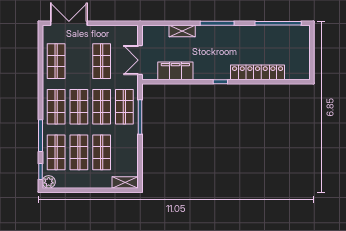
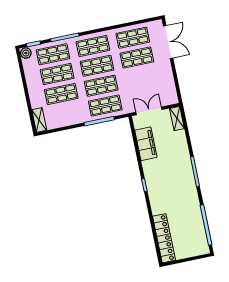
shelving: (182, 31) -> (177, 119), moved
shop shelf: (102, 61) -> (137, 58), moved
locker: (258, 72) -> (164, 238), moved

